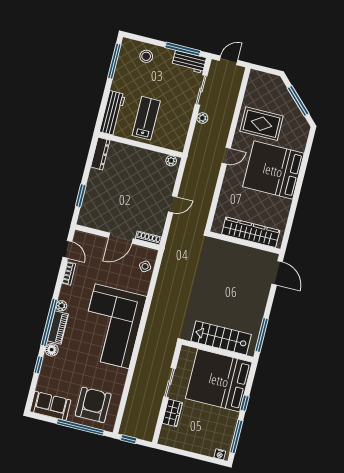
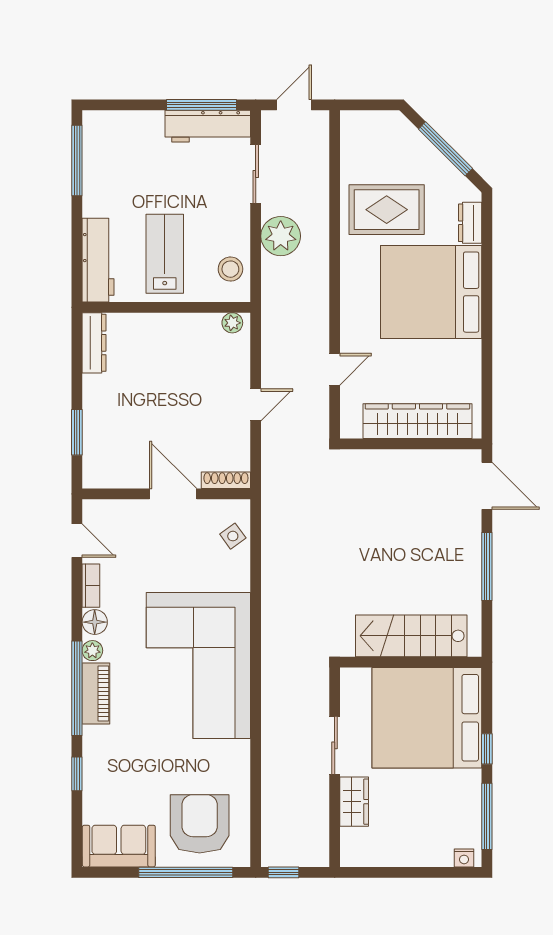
stool: (146, 56) -> (230, 269), moved
workbench: (189, 62) -> (208, 126), width x1.37
plant: (202, 118) -> (281, 236), width x1.88, depth x1.88
dresser: (301, 141) -> (470, 223), added
door: (226, 156) -> (335, 369), moved
door: (121, 238) -> (173, 494), swing flipped
window: (262, 335) -> (487, 566), moved
floor lamp: (52, 350) -> (95, 622), moved

